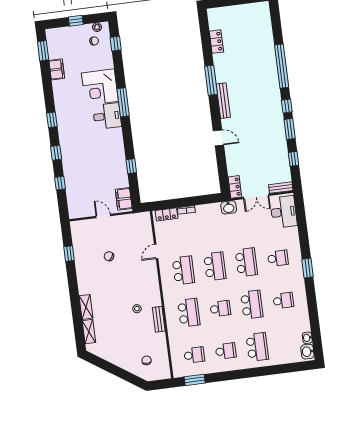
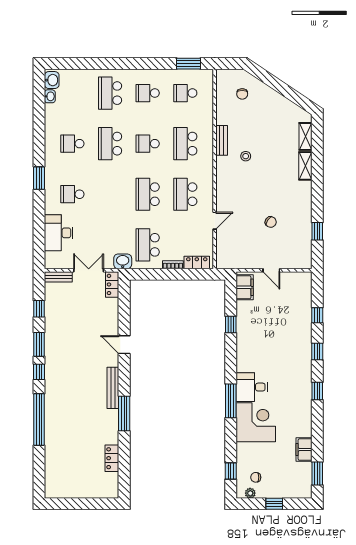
desk: (284, 212) -> (59, 233), moved
school desk: (246, 262) -> (148, 245), moved

